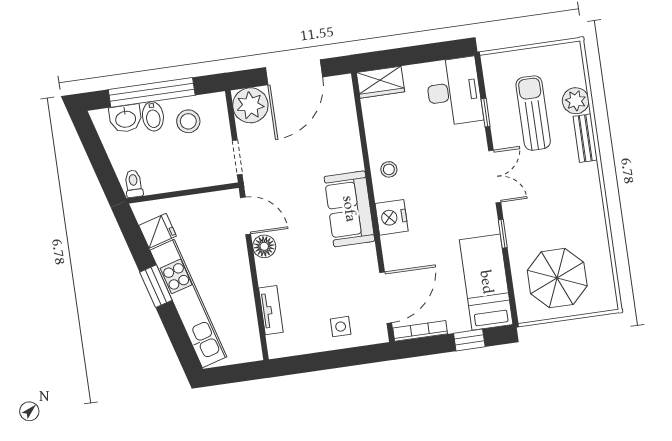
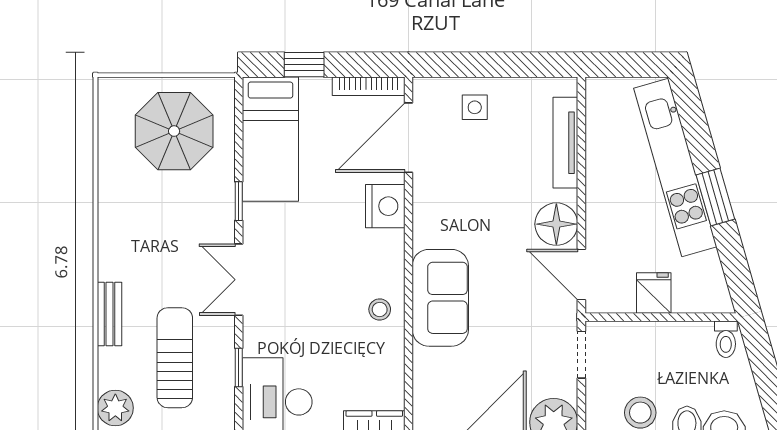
plant: (576, 101) -> (115, 408), moved
sun lounger: (533, 113) -> (175, 358), turned 180
sofa: (349, 209) -> (440, 298), moved
nightstand: (392, 217) -> (385, 206), moved
fridge: (158, 231) -> (654, 293), moved, turned 106
floor lamp: (264, 246) -> (556, 224), width x1.38, depth x1.38
tv unit: (271, 310) -> (565, 143), width x1.41

